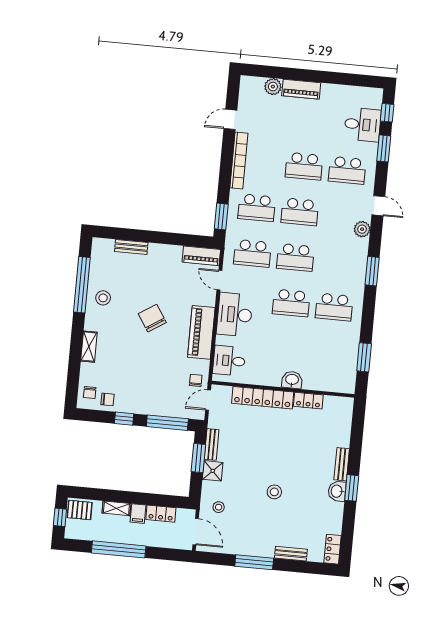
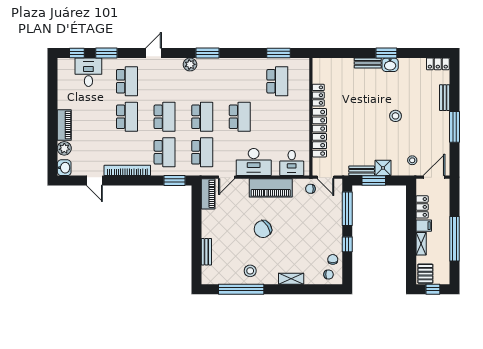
plant: (362, 229) -> (190, 64), moved
school desk: (334, 307) -> (277, 81), moved
washbasin: (292, 380) -> (64, 168), moved, turned 180

